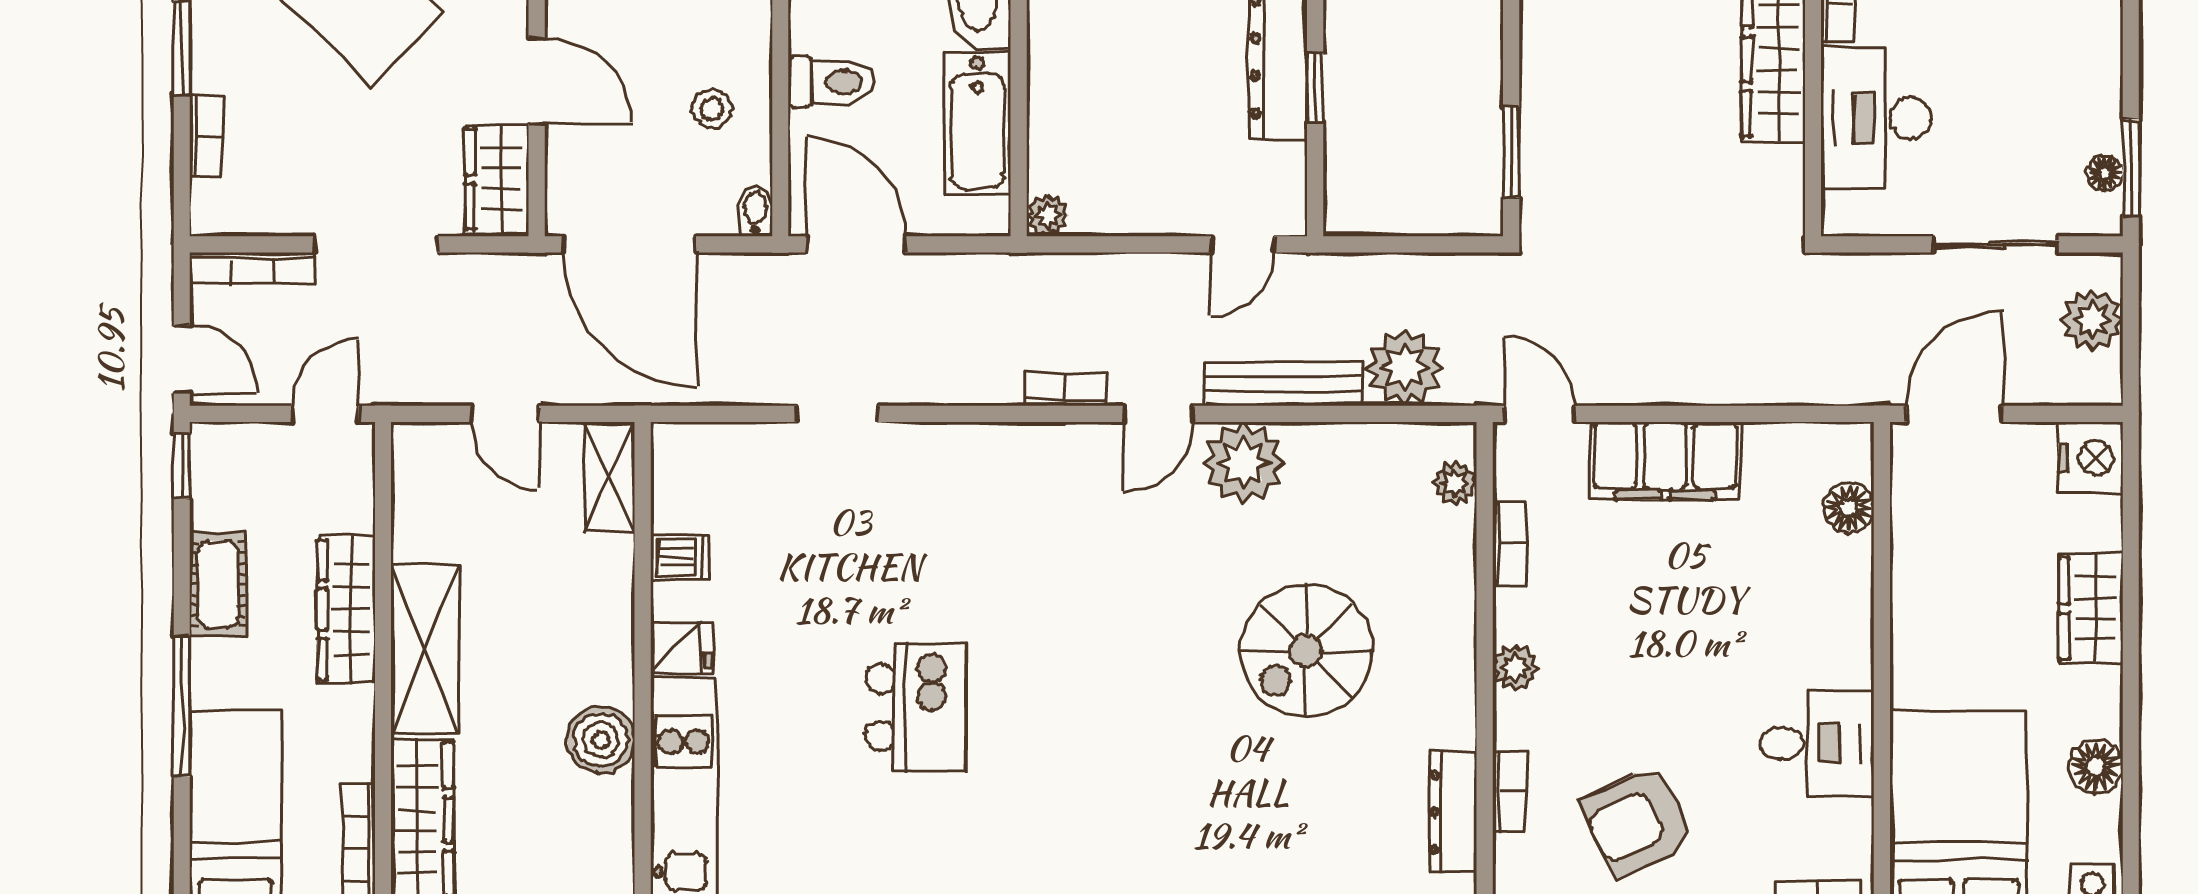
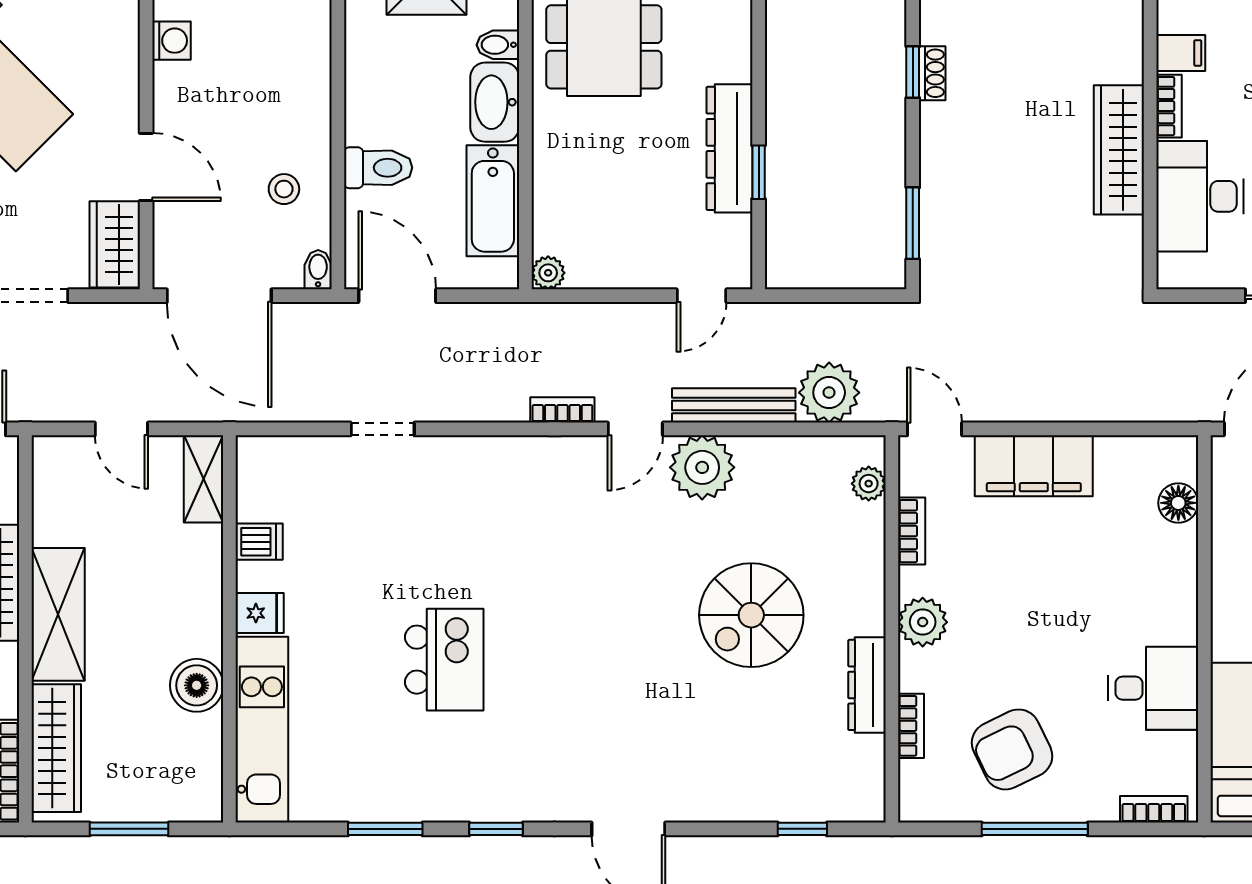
plant: (1515, 668) -> (923, 622), width x1.38, depth x1.38
dresser: (1453, 812) -> (867, 685), moved

